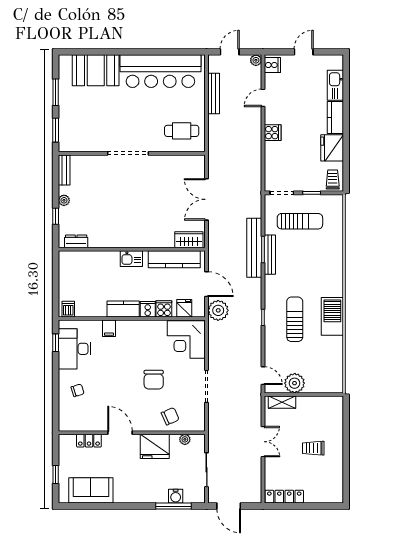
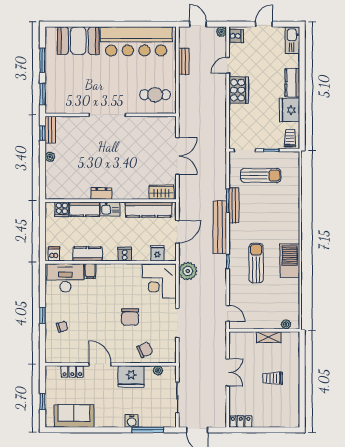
door: (230, 52) -> (198, 24), hinge flipped
kitchen sink: (335, 85) -> (292, 40), moved
bench: (214, 93) -> (184, 61), width x0.73
cooker: (273, 133) -> (239, 90), width x1.87, depth x1.31
double door: (207, 199) -> (177, 156), swing flipped
window: (56, 216) -> (42, 133), moved
dresser: (76, 241) -> (101, 194), moved
bench: (254, 248) -> (220, 227), moved
kitchen counter: (103, 259) -> (85, 209), added
door: (207, 284) -> (177, 232), hinge flipped
kitchen counter: (123, 309) -> (88, 254), moved
cooker: (164, 309) -> (62, 209), moved, turned 180
plant: (218, 310) -> (188, 271), moved
window: (56, 343) -> (42, 315), moved
desk: (74, 349) -> (65, 278), moved, turned 90
plant: (295, 383) -> (286, 324), moved, width x0.53, depth x0.53
shelving: (282, 402) -> (269, 337), moved
water cooler: (176, 496) -> (132, 421), moved
locker: (284, 497) -> (241, 421), width x0.66

